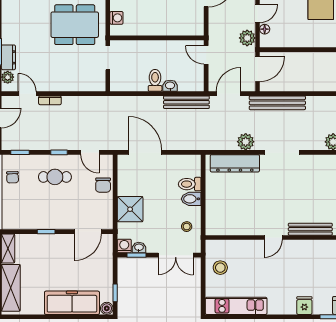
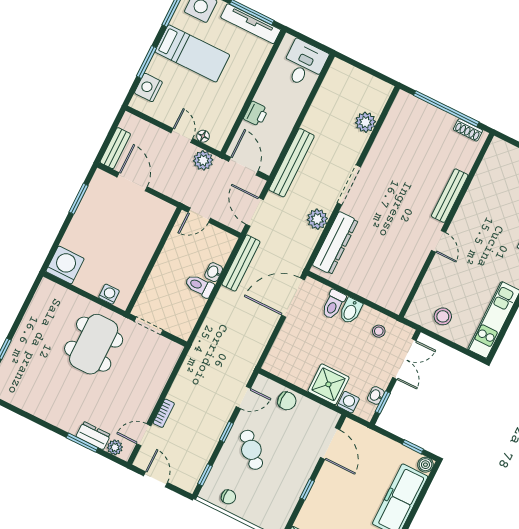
printer: (300, 59) -> (256, 114), added
door: (145, 152) -> (293, 298), moved
cafe table: (55, 177) -> (251, 450), turned -44
washing machine: (124, 246) -> (348, 402), moved, turned 90

